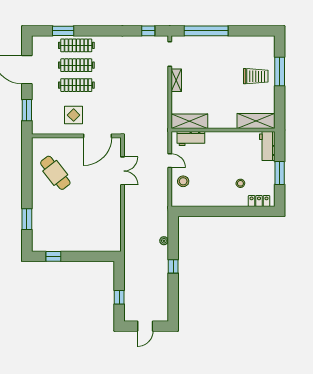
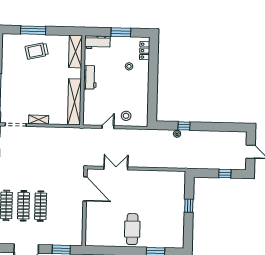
trolley: (256, 76) -> (37, 51), turned -103
display table: (74, 115) -> (66, 209), removed
shelving: (189, 121) -> (74, 102), width x1.47
workbench: (191, 138) -> (90, 77), moved
cafe table: (55, 173) -> (132, 229), moved, turned -52
window: (53, 256) -> (189, 206), moved
window: (173, 266) -> (184, 126), moved

